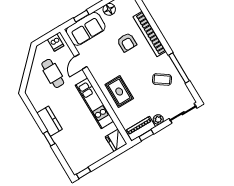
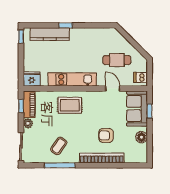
kitchen counter: (49, 121) -> (50, 34), moved, width x1.50

